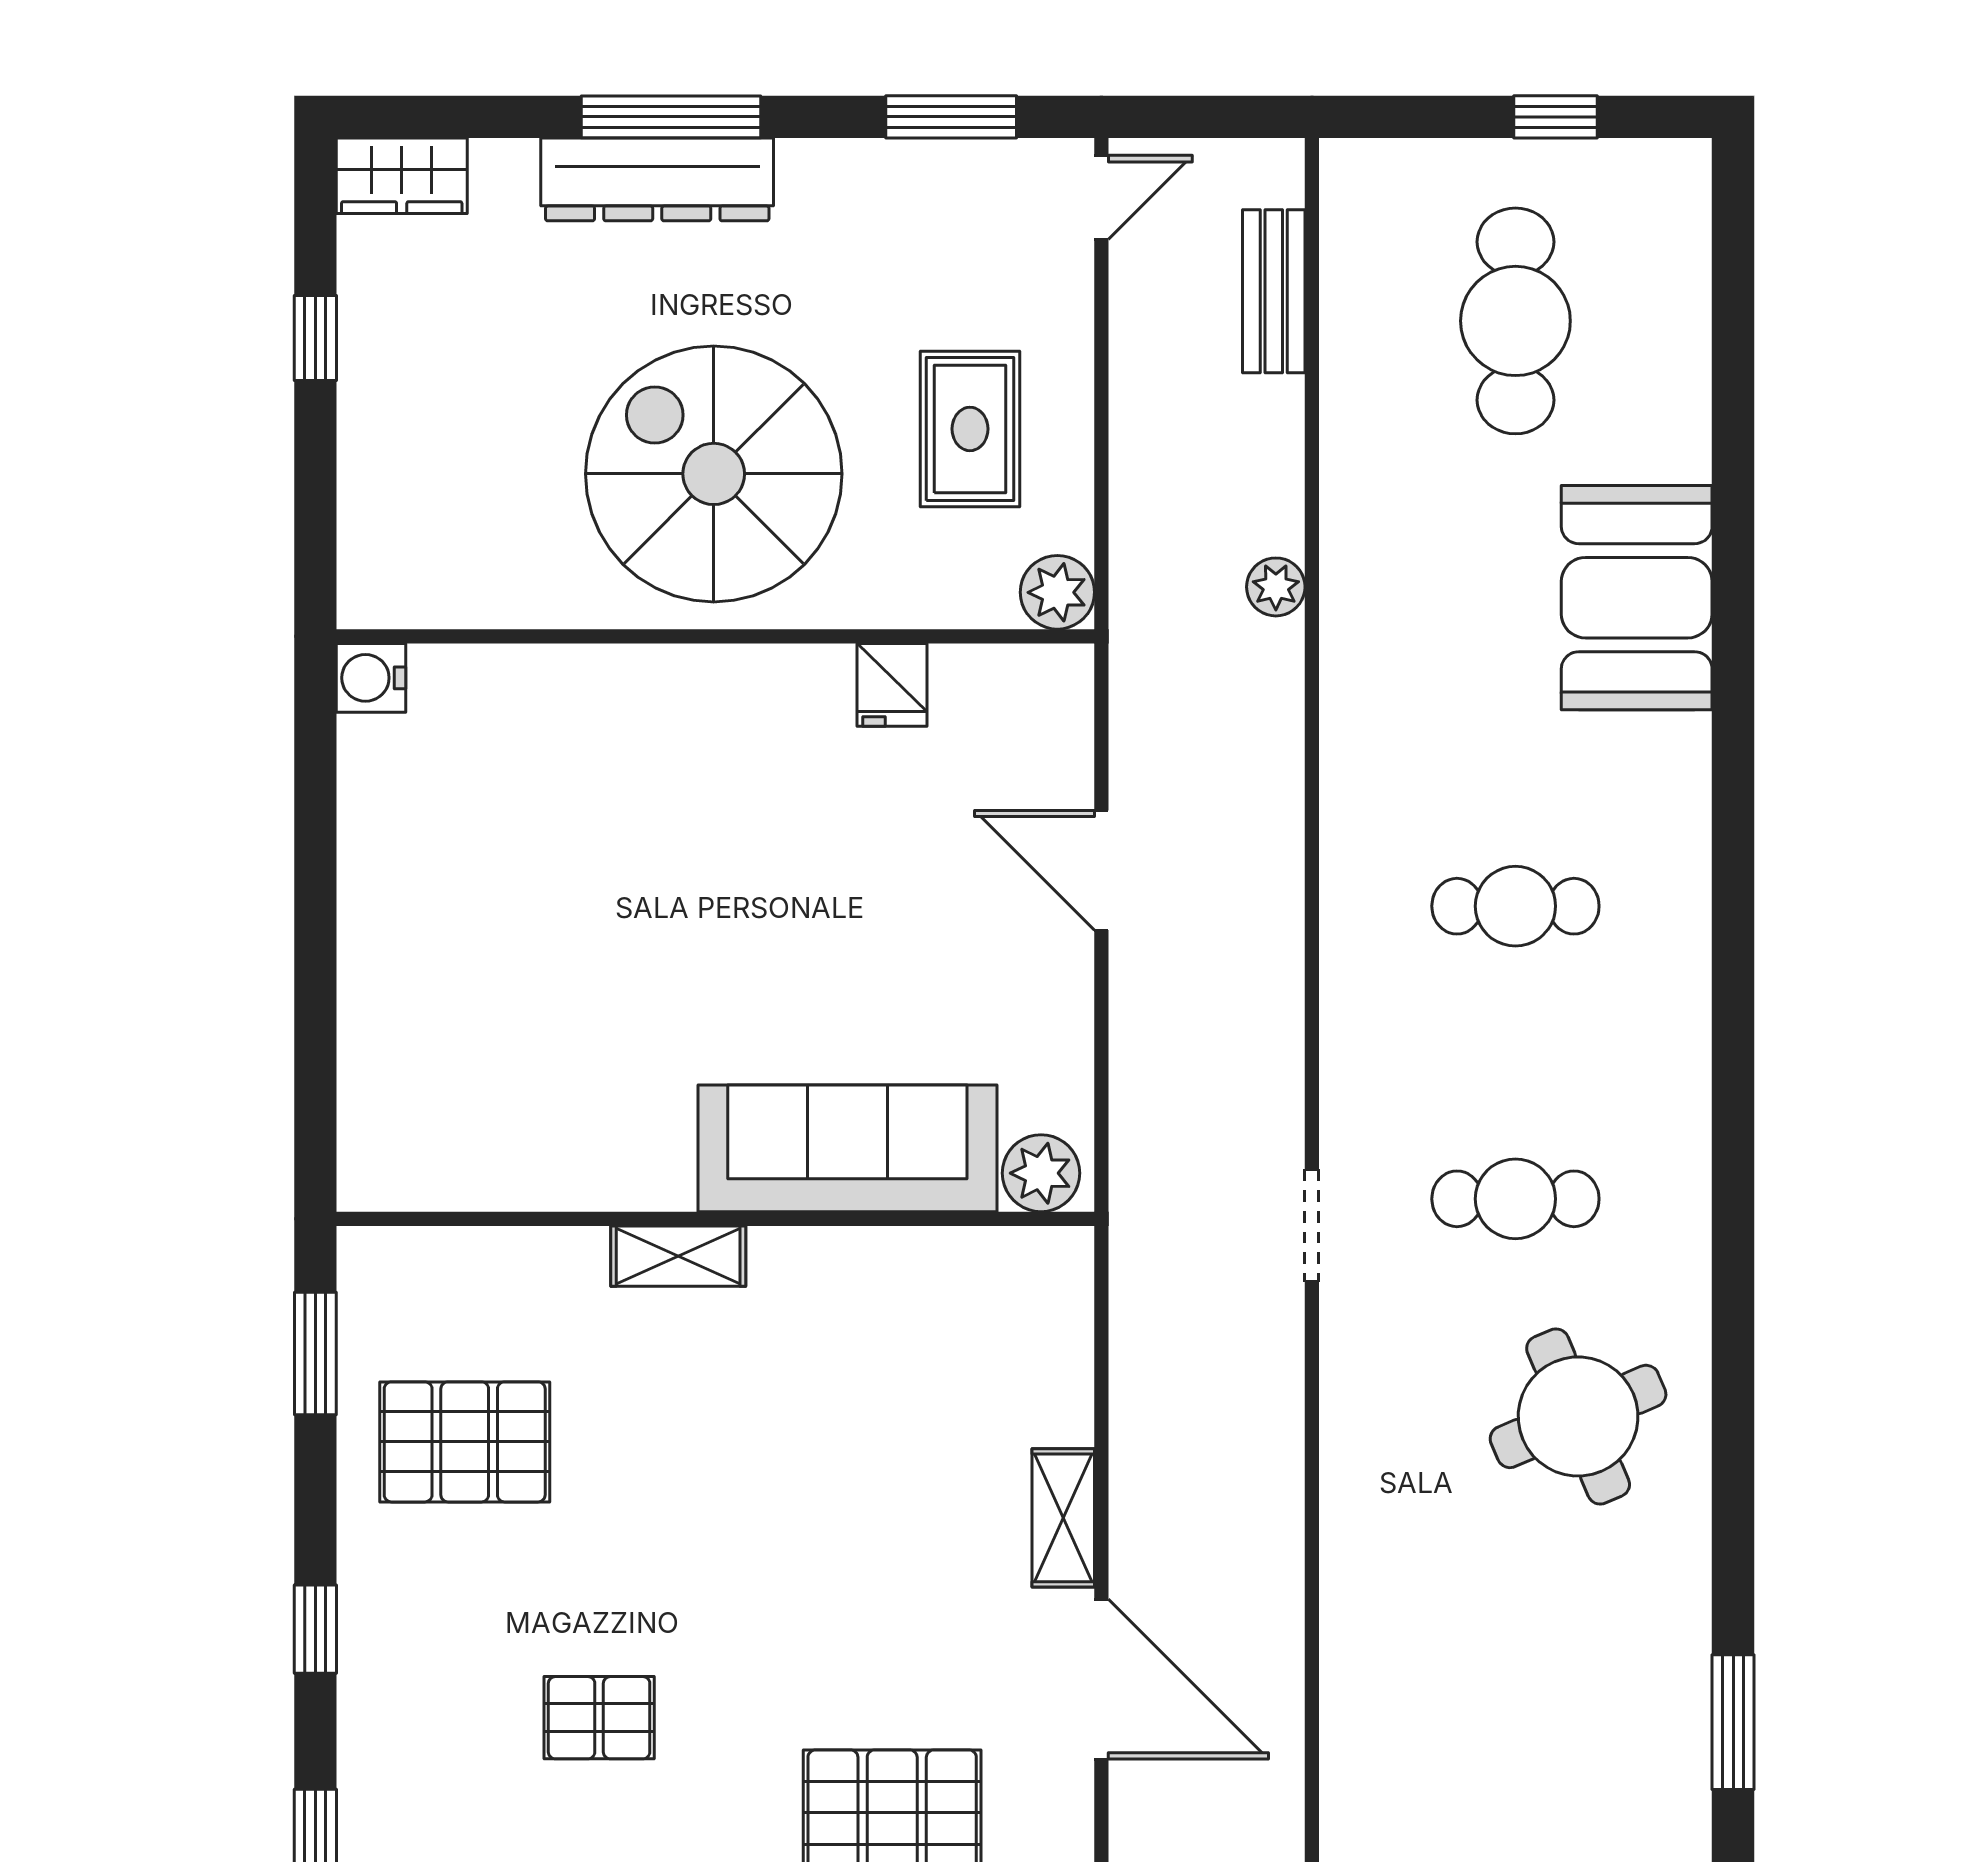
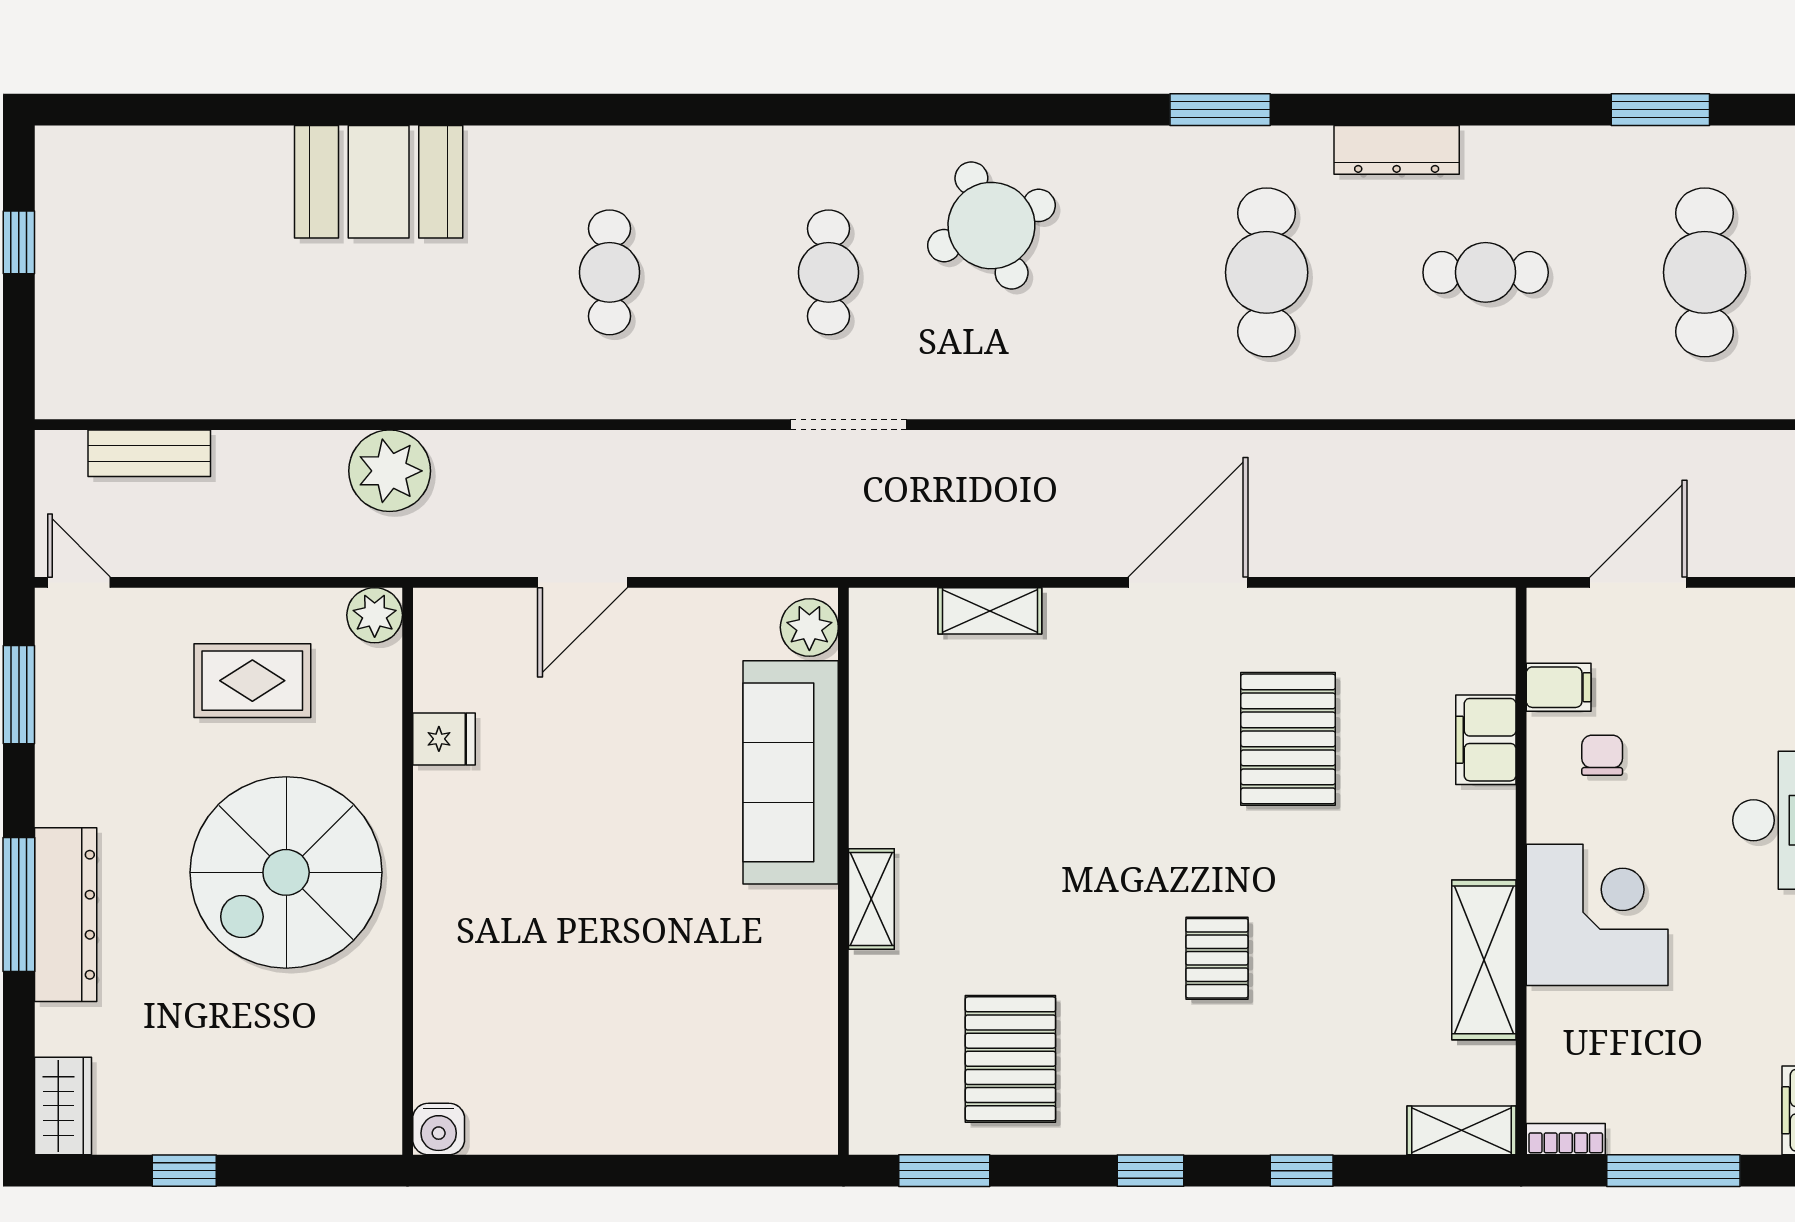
cafe table: (1515, 321) -> (1267, 272), moved, turned 90
plant: (1276, 587) -> (390, 471), width x1.88, depth x1.88
doorway: (1312, 1225) -> (849, 425), width x1.38
shelving: (1063, 1518) -> (990, 611), moved

